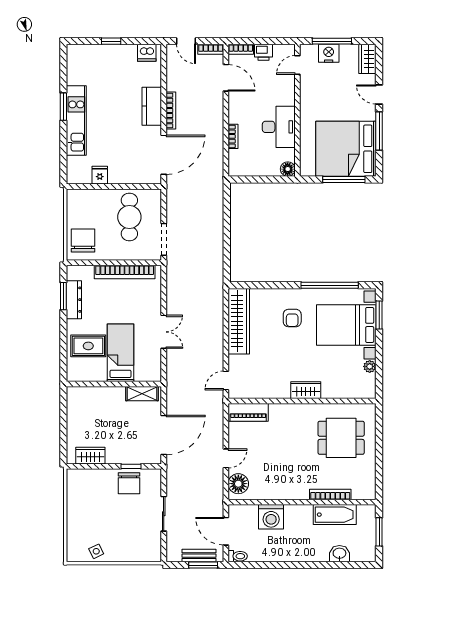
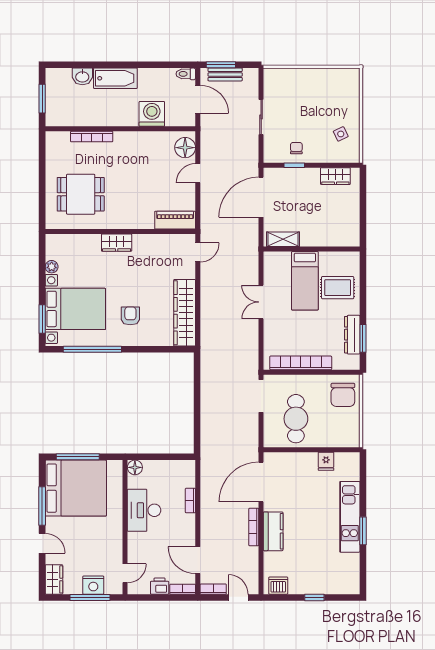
chair: (129, 483) -> (296, 148), width x0.54, depth x0.54
bathtub: (335, 515) -> (115, 78), moved, turned 180
side table: (96, 551) -> (341, 134), moved

